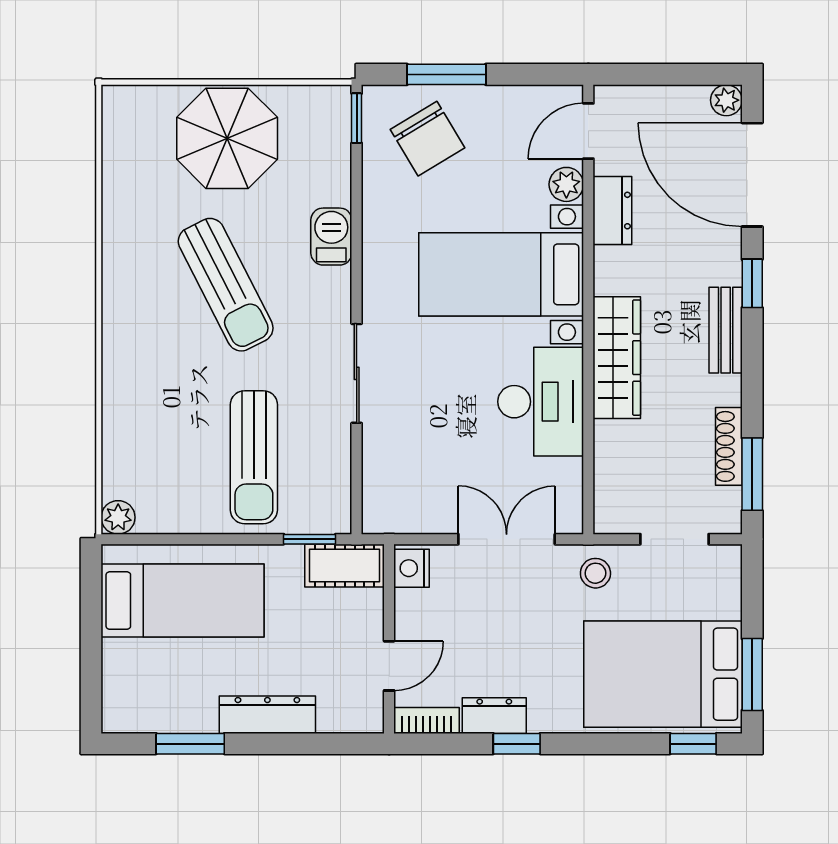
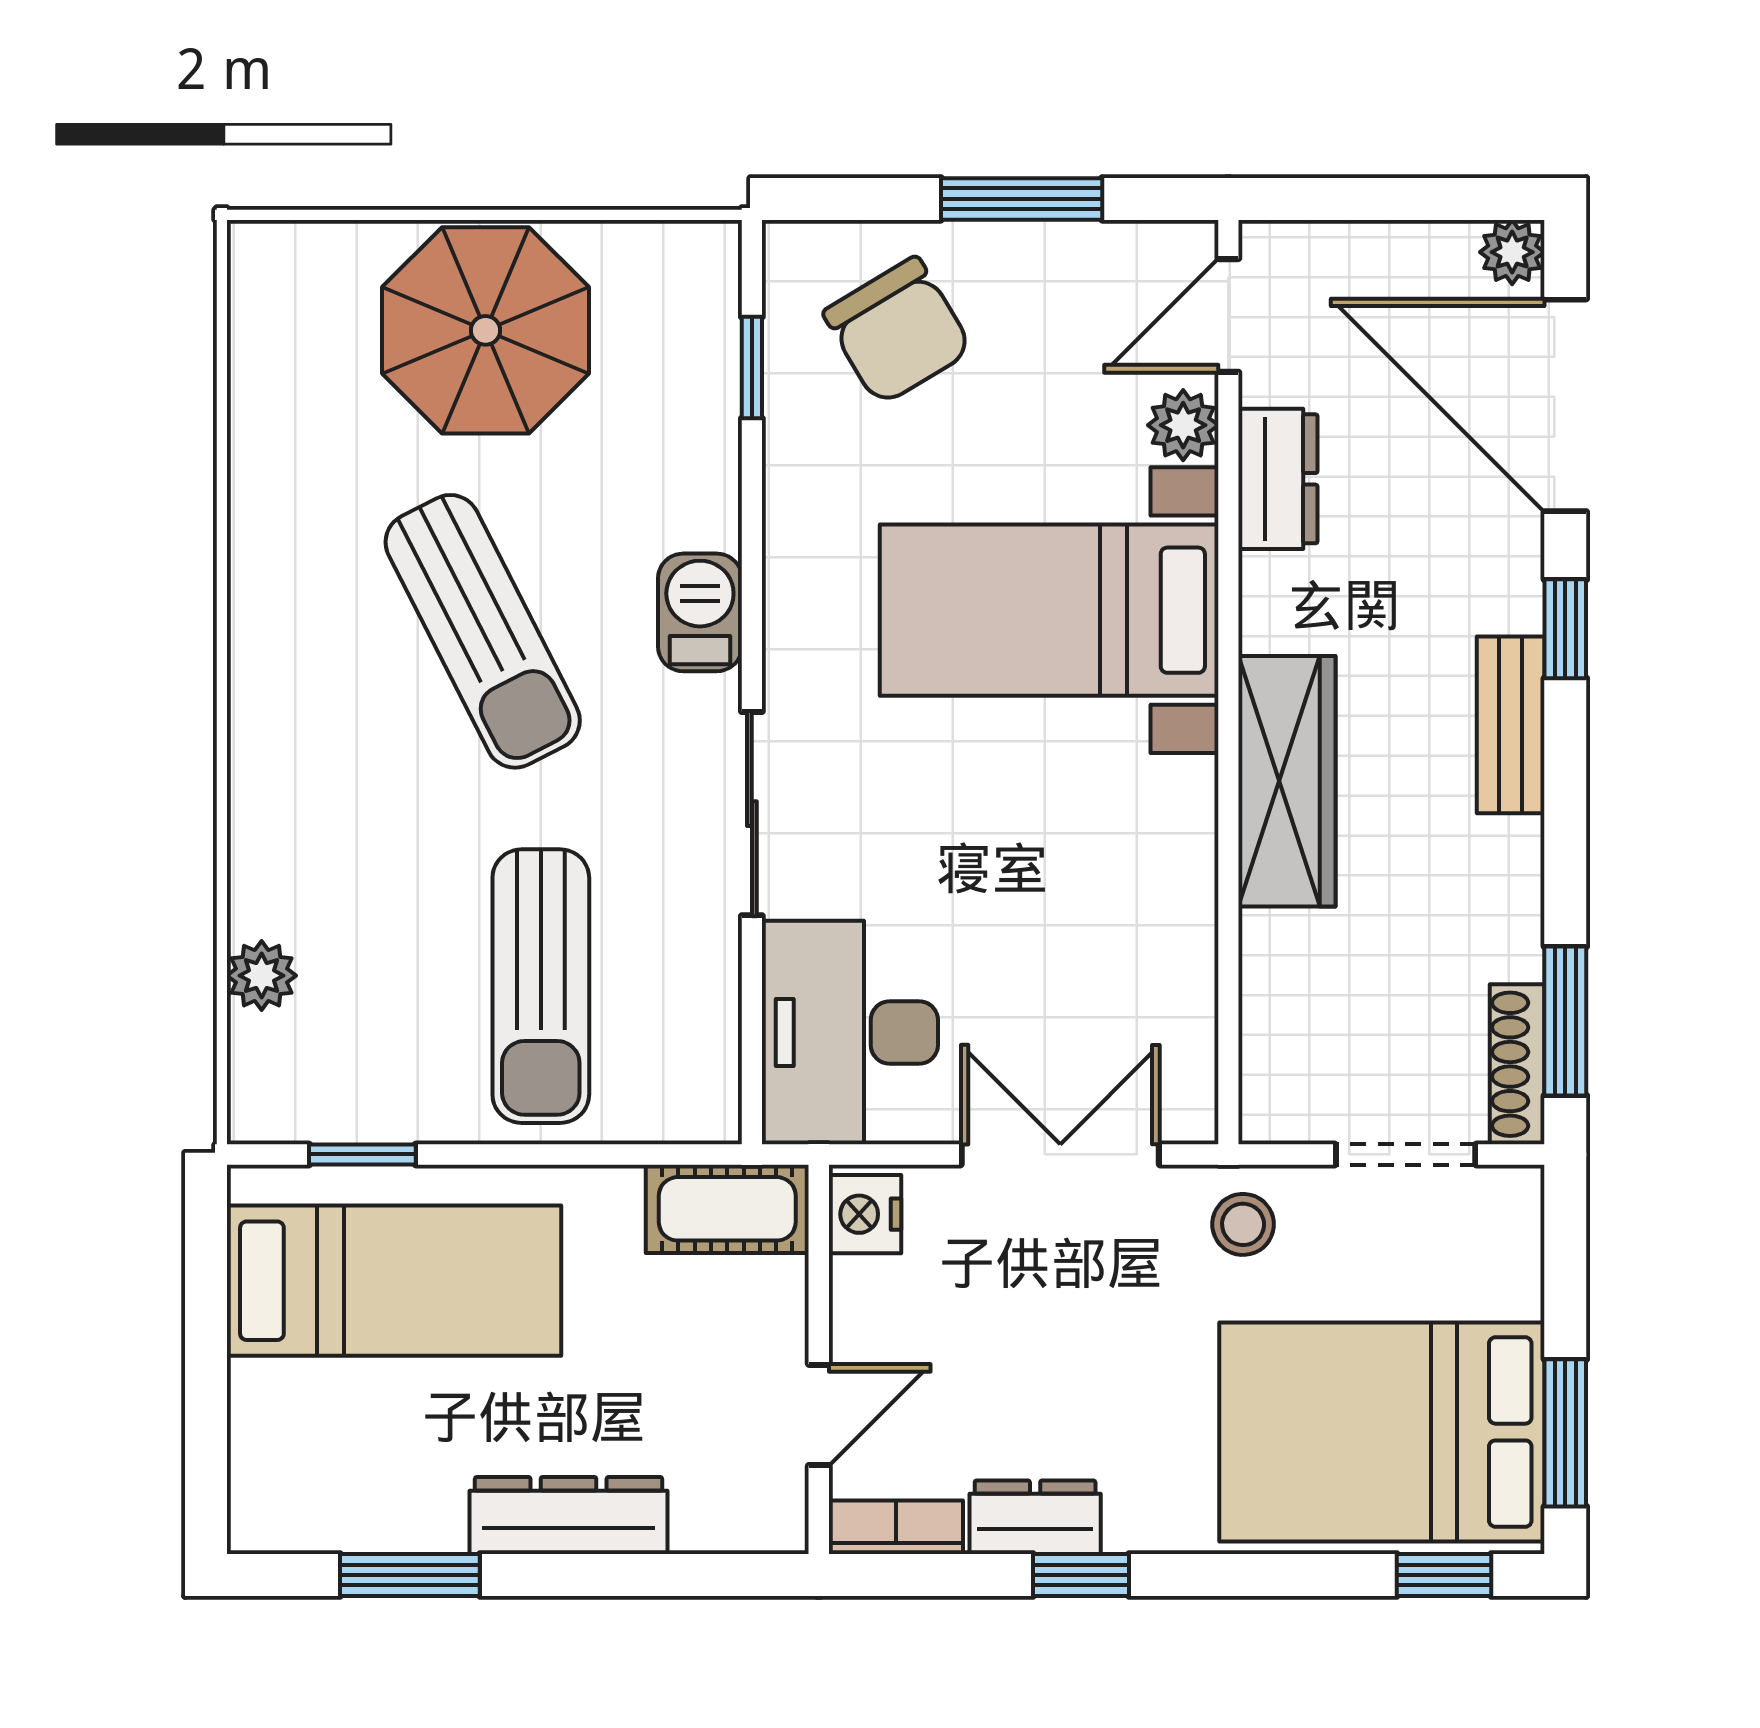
window: (446, 74) -> (1022, 199), moved
window: (357, 118) -> (752, 368), moved
barbecue: (331, 237) -> (700, 612), moved
desk: (541, 402) -> (850, 1033), moved, turned 180
shoe rack: (729, 446) -> (1517, 1064), moved
plant: (118, 517) -> (262, 976), moved
window: (310, 539) -> (362, 1154), moved

